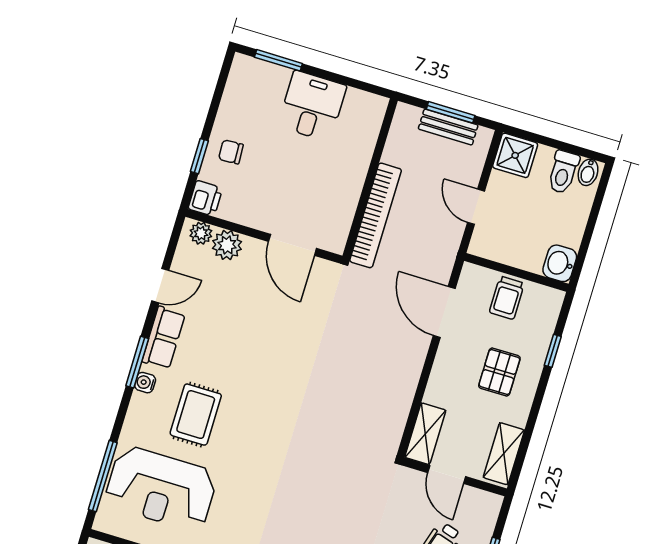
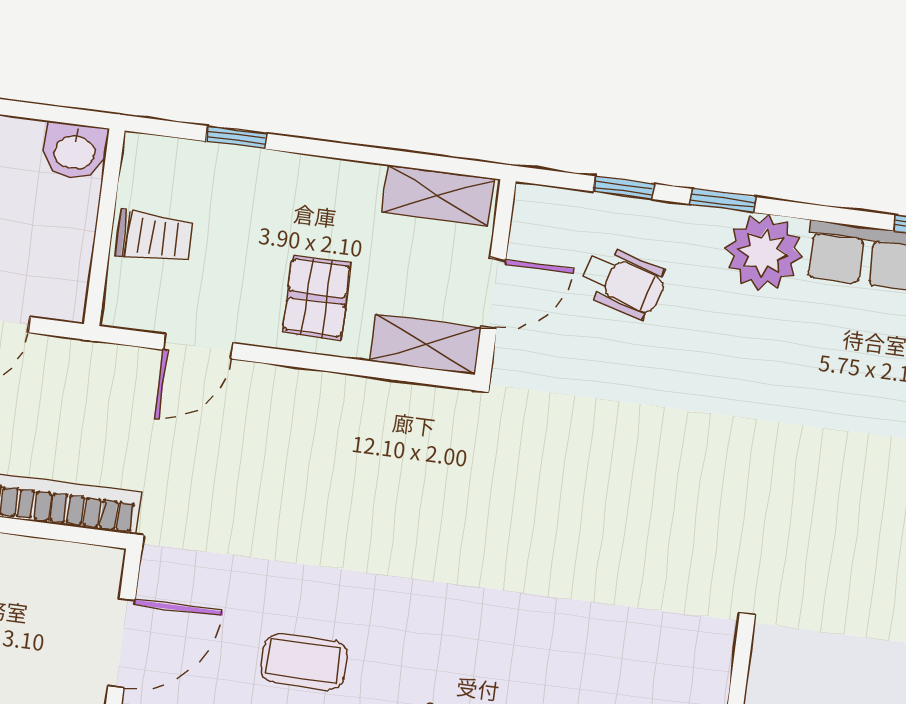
door: (444, 312) -> (198, 347), width x0.73
coffee table: (266, 341) -> (304, 662), added
pallet: (499, 372) -> (317, 298), moved, turned 90

